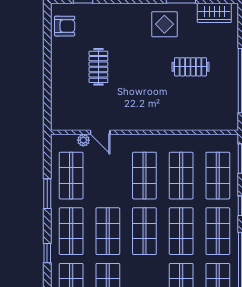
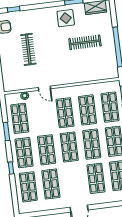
clothes rail: (98, 67) -> (28, 49), width x1.36
clothes rail: (190, 67) -> (85, 42), width x1.36
door: (100, 132) -> (44, 88), moved

